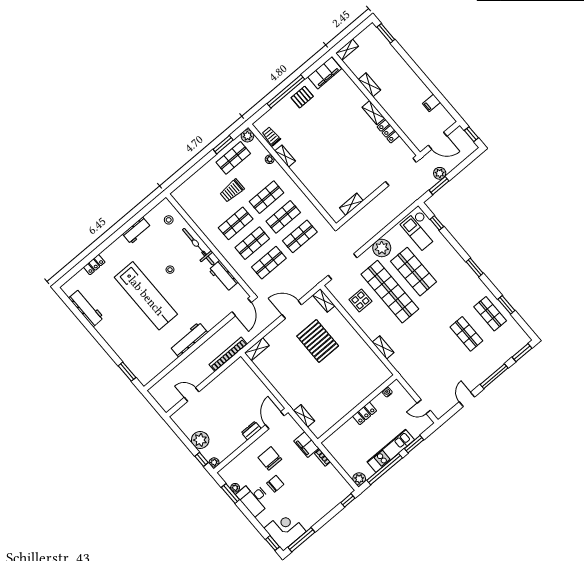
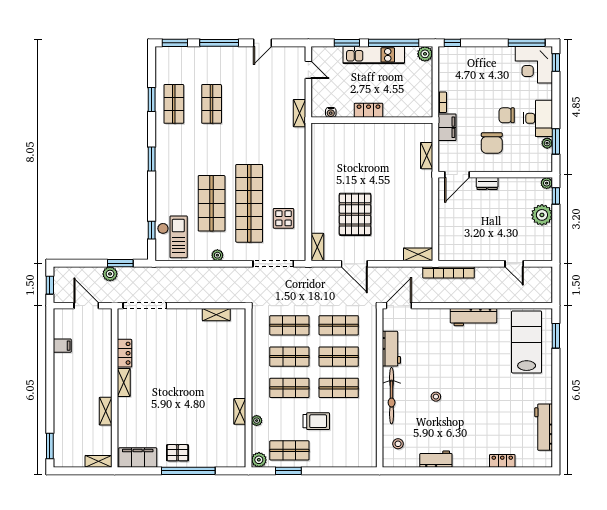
trolley: (271, 136) -> (237, 441), removed
plant: (382, 248) -> (217, 255), width x0.53, depth x0.53
lab bench: (146, 296) -> (527, 342), moved, width x0.73
shelving: (383, 347) -> (299, 113), moved

